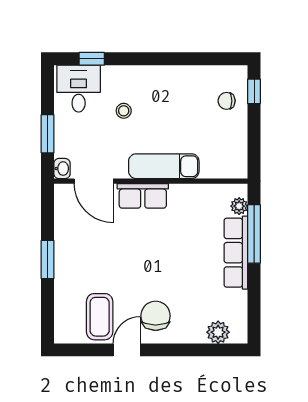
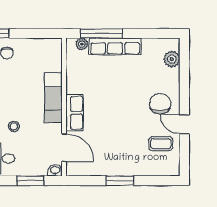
door: (94, 181) -> (64, 148), hinge flipped
chair: (156, 316) -> (160, 104), turned 90
coffee table: (100, 317) -> (161, 144), width x0.73, depth x0.77

